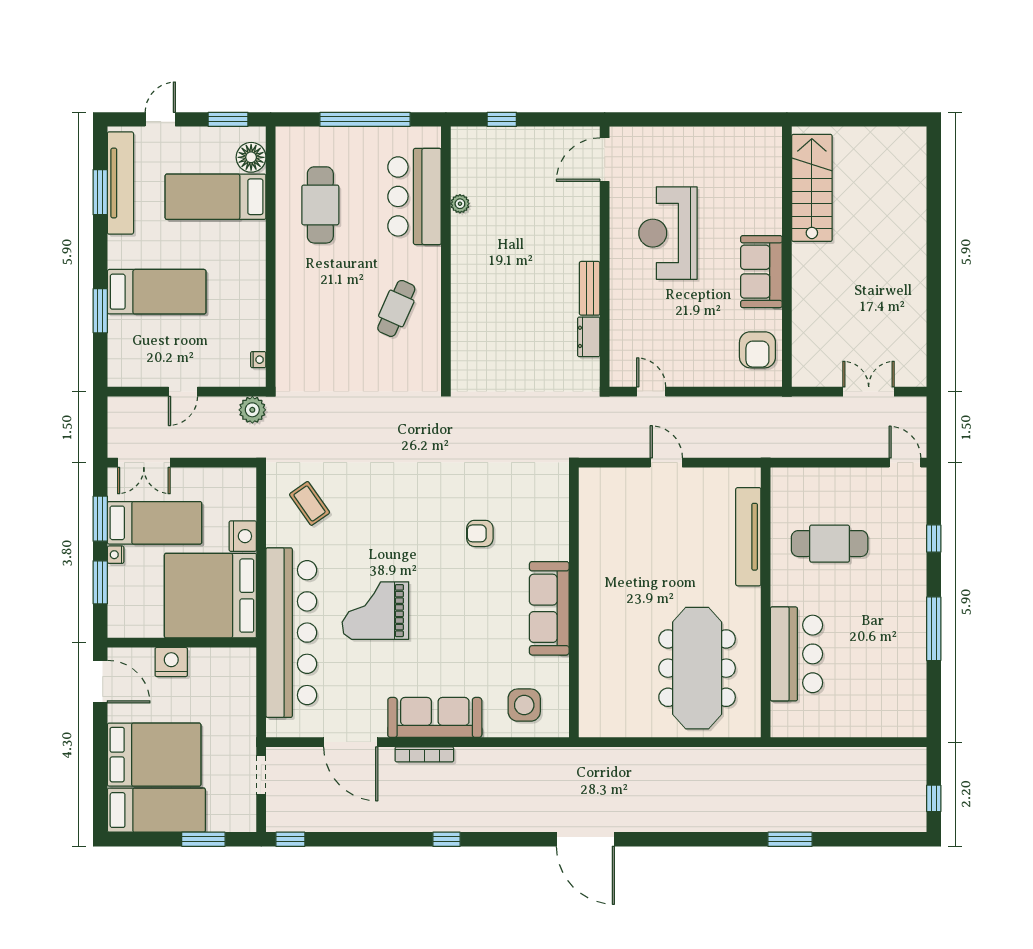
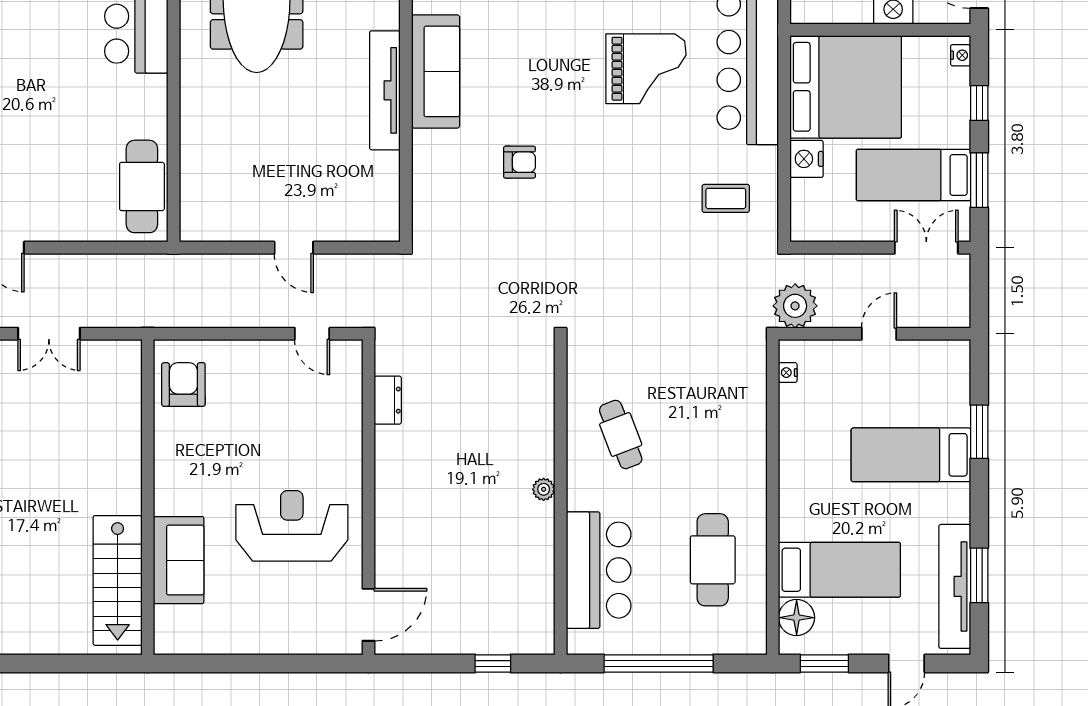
plant: (460, 204) -> (544, 489), moved
reception desk: (668, 233) -> (292, 526), turned -90
sofa: (761, 272) -> (179, 560), moved
bench: (590, 288) -> (387, 459), removed
cafe table: (396, 308) -> (621, 434), turned -45
plant: (252, 410) -> (795, 306), width x1.36, depth x1.36
coffee table: (310, 503) -> (726, 198), turned -55
tv unit: (748, 537) -> (385, 90), moved, turned 180
cafe table: (830, 544) -> (142, 186), moved, turned 90
nightstand: (116, 555) -> (961, 55), moved
window: (100, 582) -> (979, 103), width x0.67

